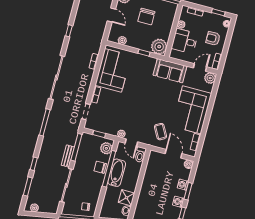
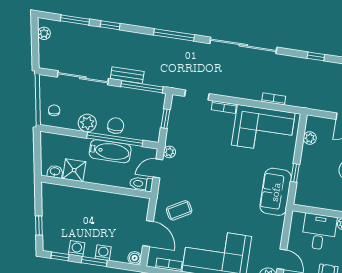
plant: (159, 47) -> (307, 195), removed
sofa: (170, 71) -> (276, 192), moved
plant: (106, 148) -> (87, 123), moved
door: (173, 154) -> (148, 233), hinge flipped

